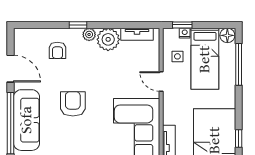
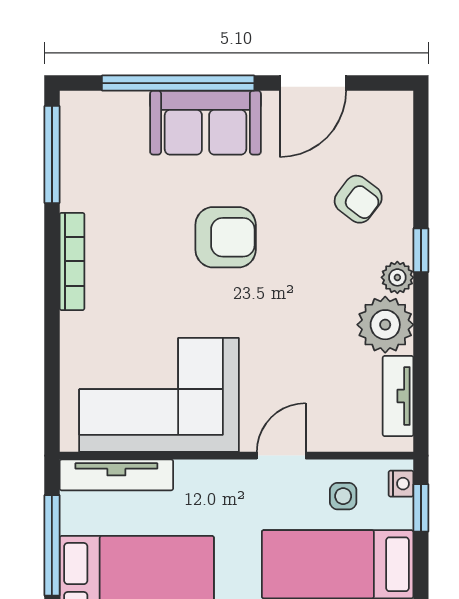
nightstand: (185, 33) -> (401, 484), moved
armchair: (57, 50) -> (358, 199), turned -143
sofa: (27, 120) -> (205, 123), width x0.73

